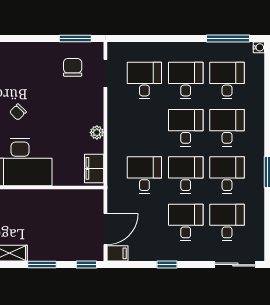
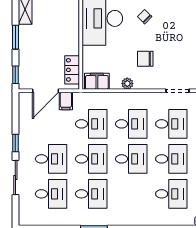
chair: (73, 67) -> (145, 59), moved, turned 180
desk: (227, 128) -> (131, 124), moved
locker: (81, 198) -> (72, 70), added
door: (105, 229) -> (45, 91), hinge flipped
filing cabinet: (117, 253) -> (66, 101), moved
sliding door: (235, 265) -> (15, 178), moved

